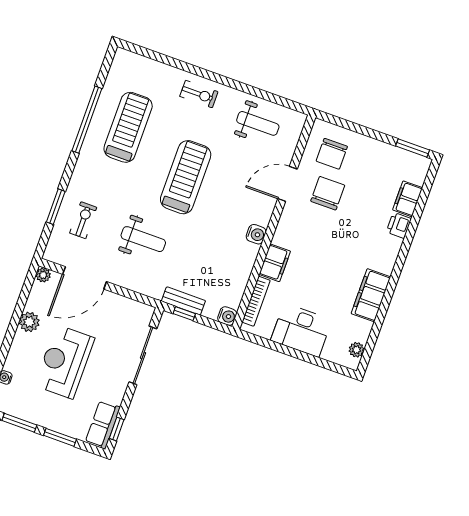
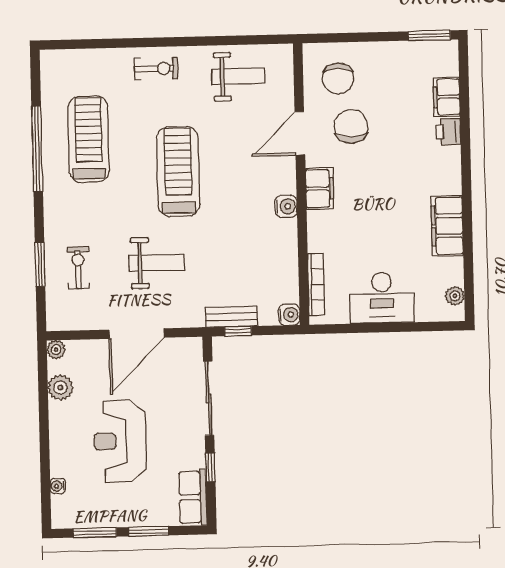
filing cabinet: (275, 263) -> (320, 189), moved
door: (85, 278) -> (137, 334), moved
plant: (29, 322) -> (60, 388), moved
window: (117, 429) -> (210, 467), moved

